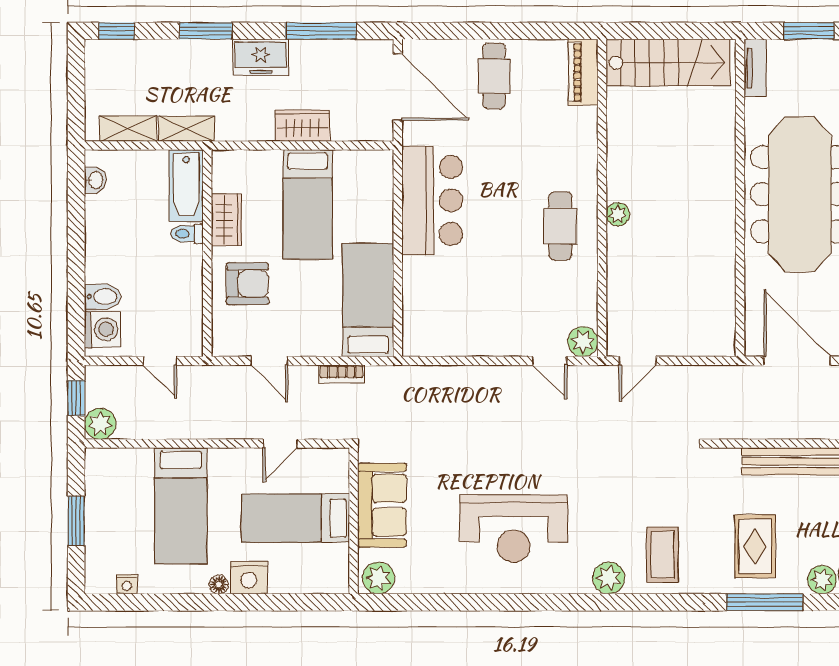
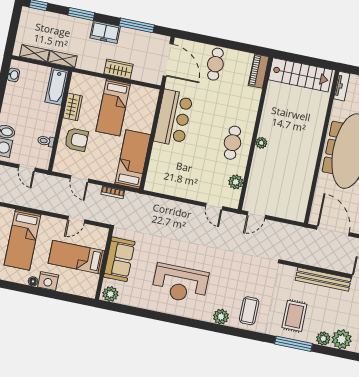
toilet: (187, 234) -> (46, 141), moved
plant: (583, 342) -> (236, 182), moved

